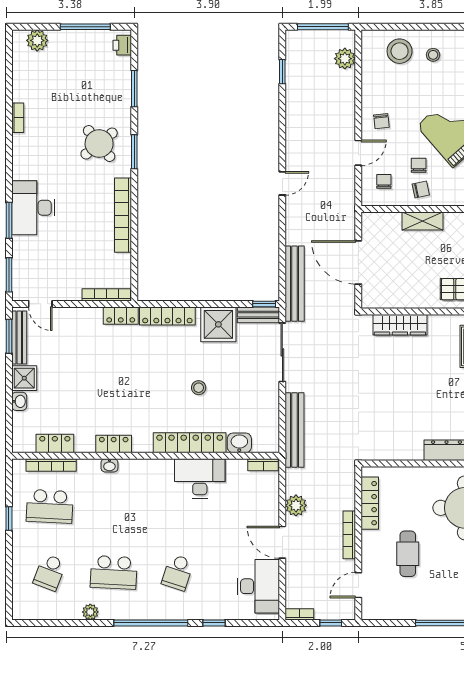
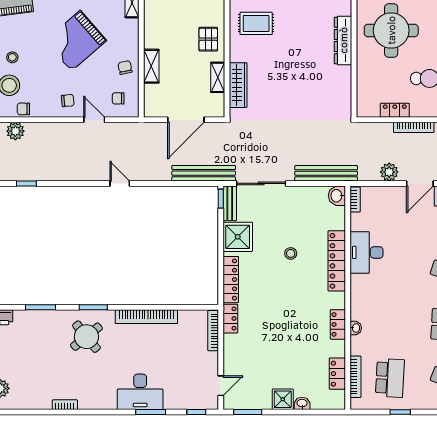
chair: (419, 165) -> (23, 109), moved
window: (9, 275) -> (196, 412), width x0.67
shelving: (409, 300) -> (218, 77), added
bench: (19, 338) -> (249, 403), removed
washbasin: (239, 443) -> (337, 196), moved
locker: (370, 503) -> (395, 110), width x0.66

